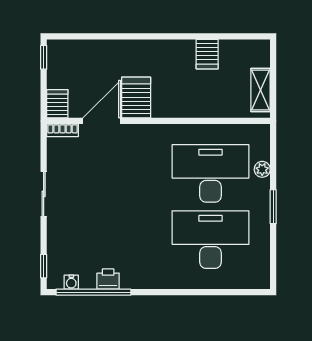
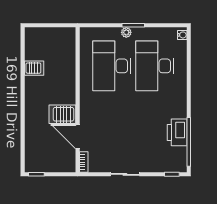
shelving: (260, 90) -> (57, 33), removed
server rack: (57, 104) -> (66, 165), removed
plant: (262, 169) -> (126, 32), moved
printer: (108, 279) -> (177, 132), width x1.87, depth x1.48
water cooler: (71, 282) -> (182, 35), moved

